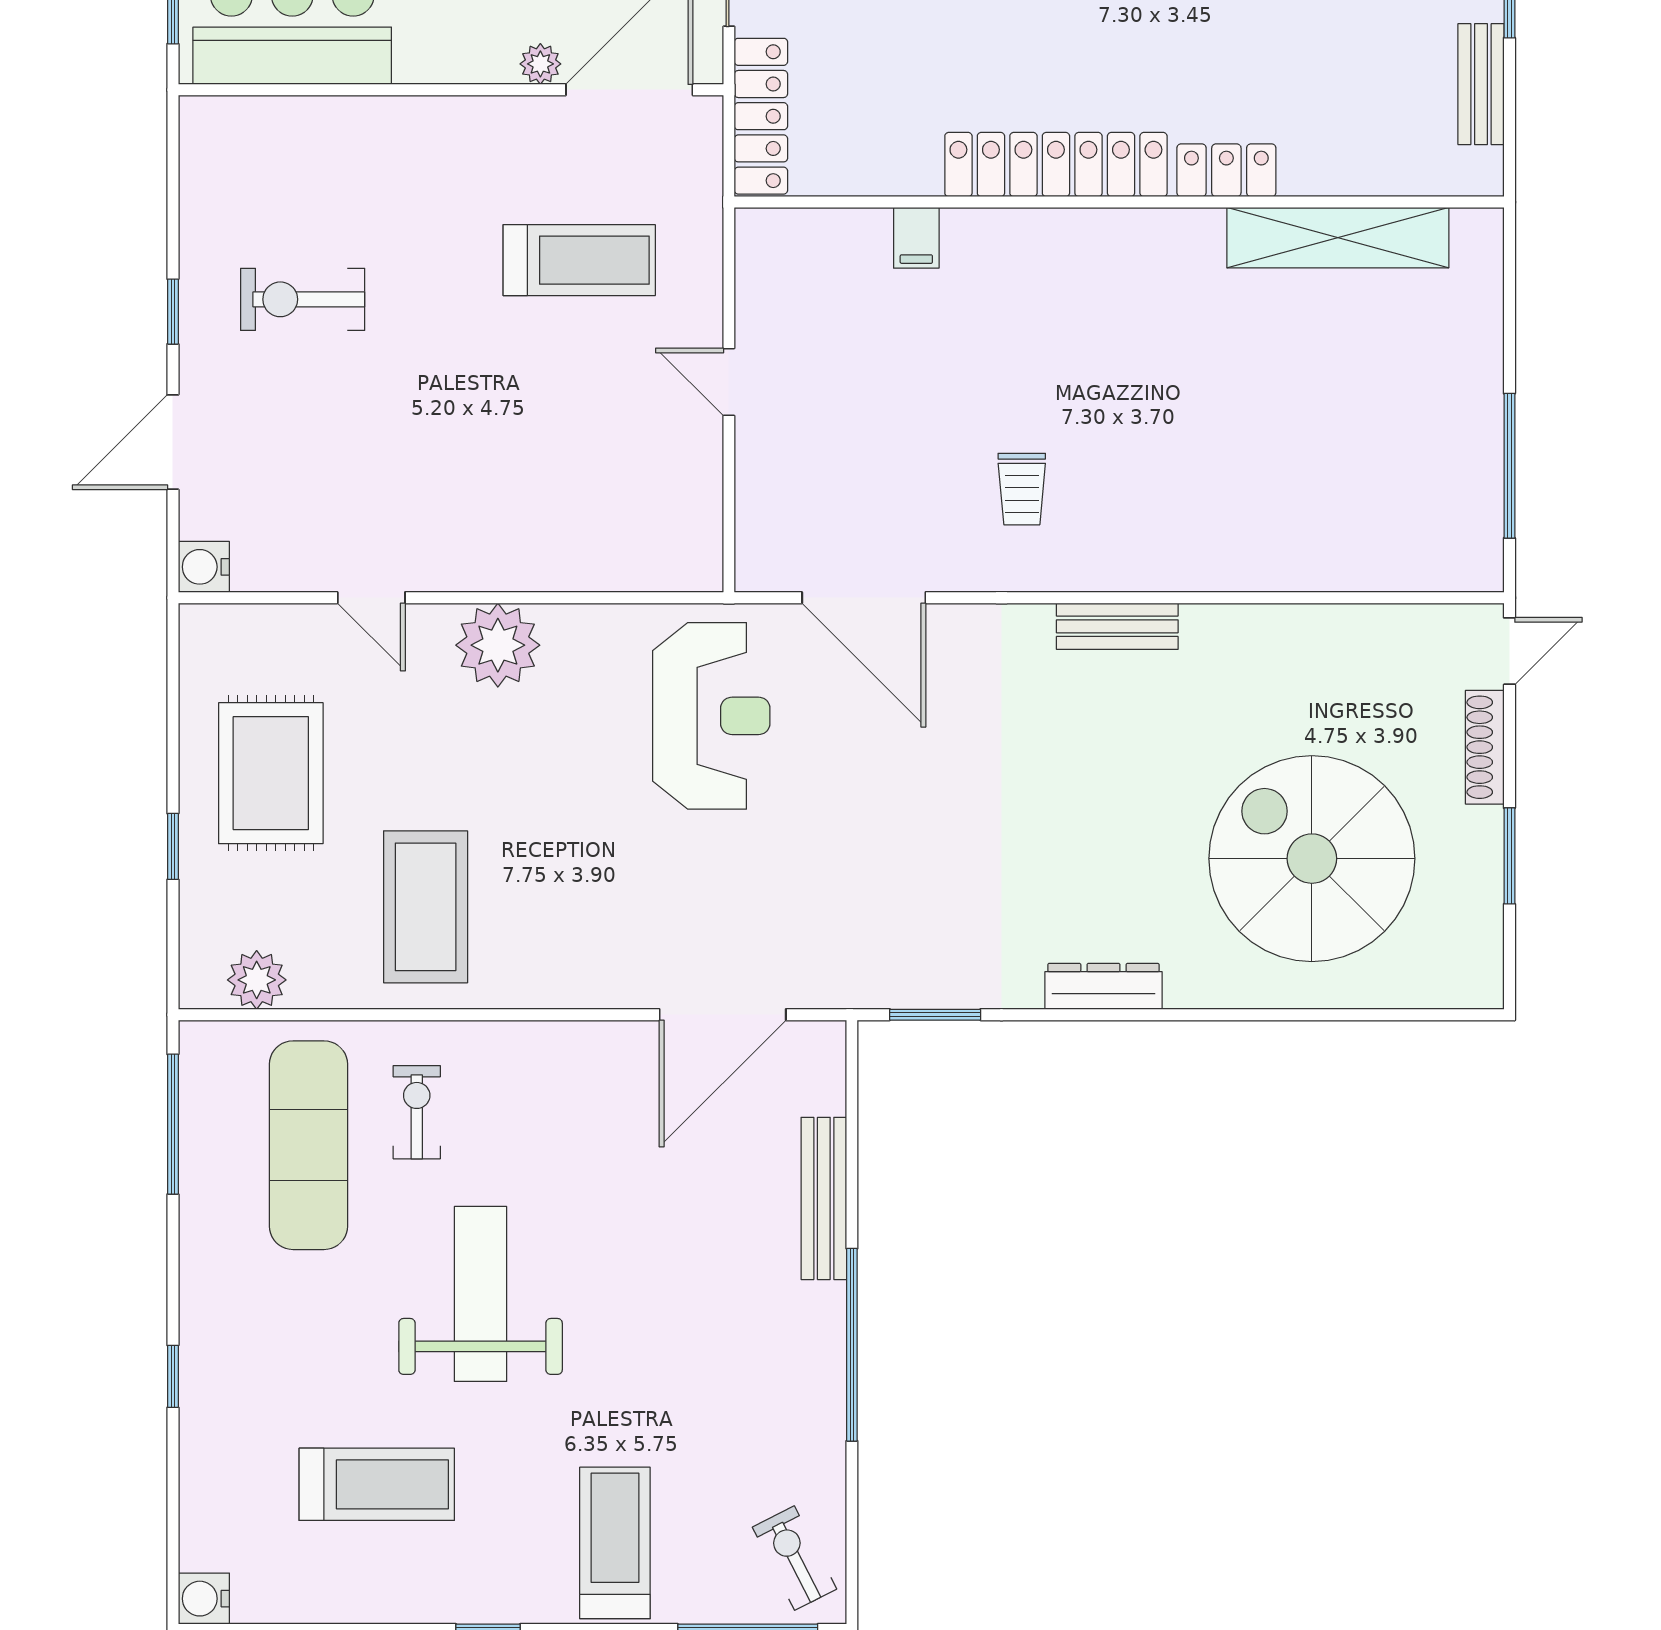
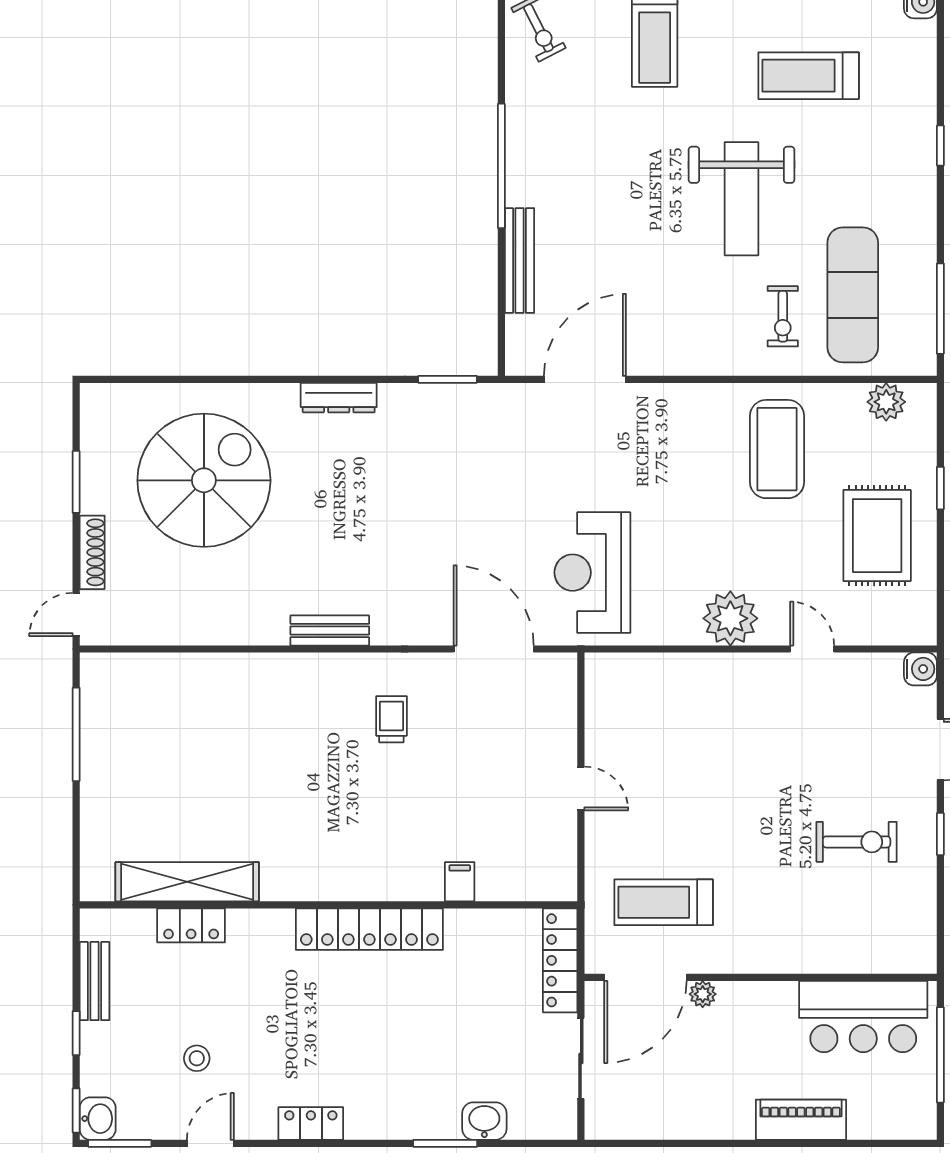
locker: (1226, 170) -> (191, 925), moved
treadmill: (579, 260) -> (664, 902), moved
spiral stairs: (1312, 859) -> (204, 480), turned -90

